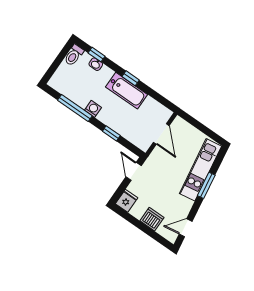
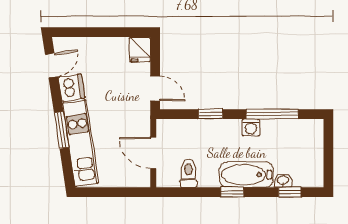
toilet: (74, 55) -> (188, 173), moved
bathtub: (127, 91) -> (246, 175), moved
dishwasher: (152, 219) -> (71, 88), moved, turned -99

